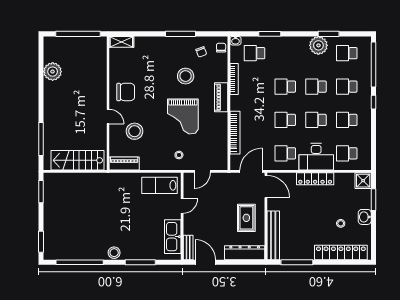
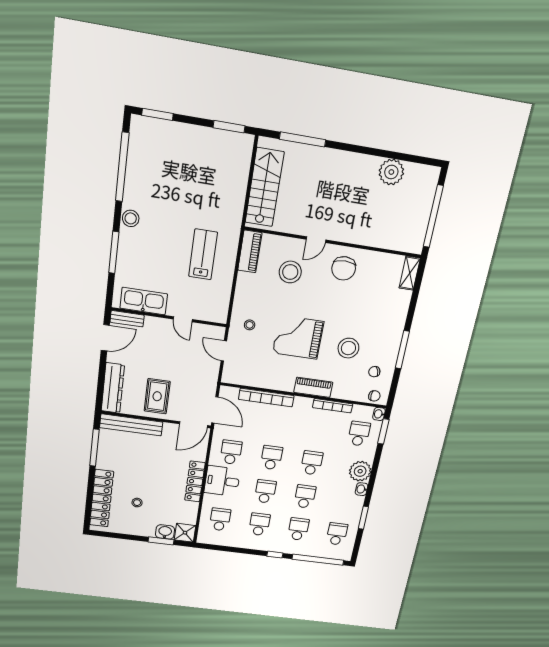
window: (270, 34) -> (383, 431), moved
washbasin: (303, 41) -> (362, 489), added
plant: (318, 45) -> (360, 471), moved
desk: (316, 157) -> (222, 481), width x0.73
lab bench: (159, 185) -> (203, 254), moved
washbasin: (365, 217) -> (165, 532), moved
rug: (246, 218) -> (157, 396), turned 90

